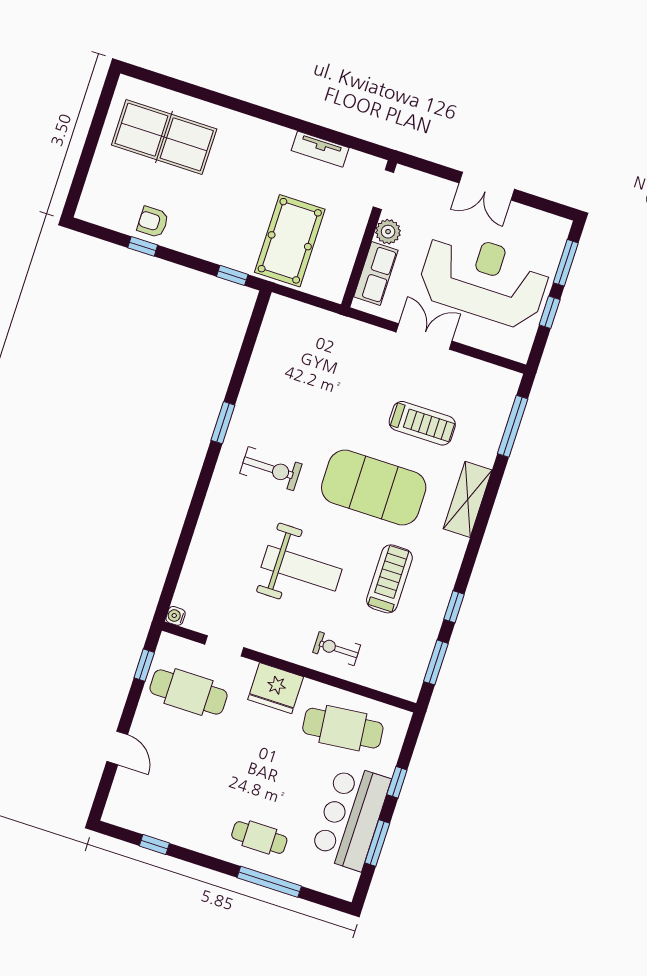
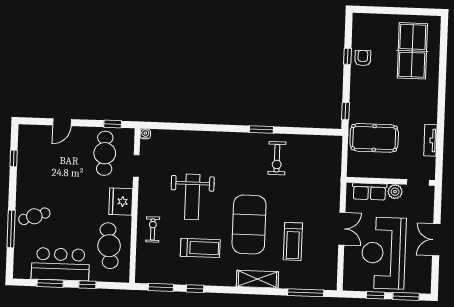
reception desk: (484, 279) -> (384, 253), turned 180
exercise bike: (271, 469) -> (277, 158), moved
cafe table: (259, 837) -> (34, 216), turned 71

